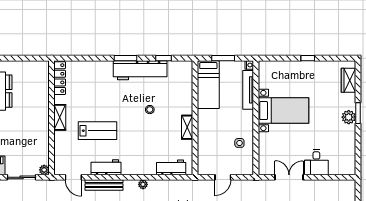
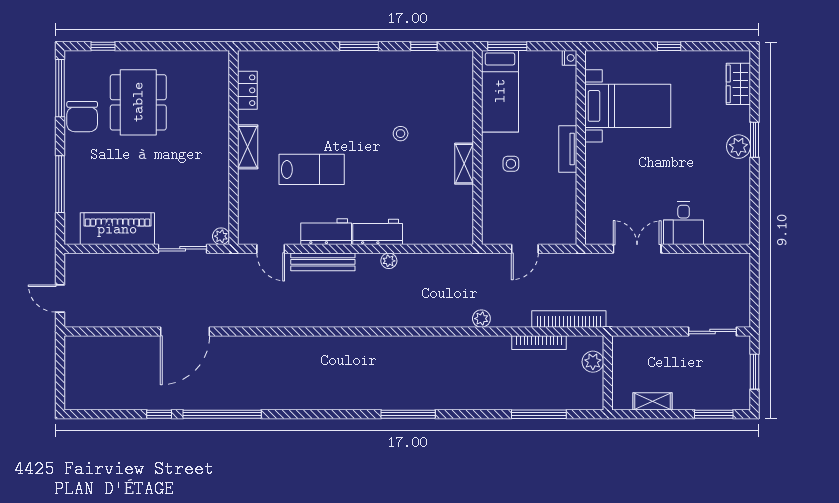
window: (223, 58) -> (507, 46), moved
workbench: (140, 70) -> (384, 67), removed
locker: (60, 78) -> (247, 90), width x0.66
tv unit: (248, 90) -> (568, 149), moved, width x0.71
bed with nightstands: (284, 111) -> (628, 106), moved
side table: (239, 143) -> (511, 164), moved
workbench: (171, 167) -> (378, 232), moved

